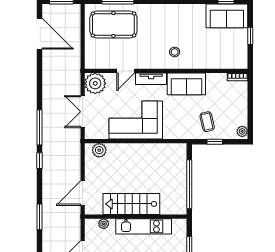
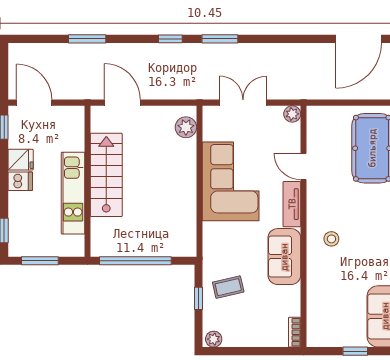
plant: (95, 83) -> (292, 114), width x0.53, depth x0.53
window: (40, 127) -> (220, 39), width x0.69
plant: (104, 224) -> (77, 134), removed

